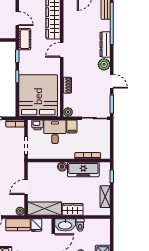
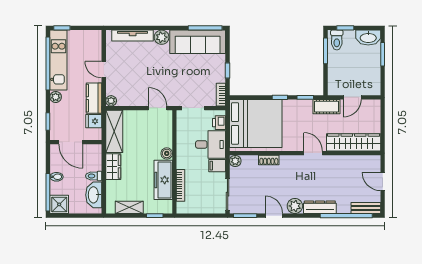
door: (112, 81) -> (274, 216), swing flipped
door: (26, 187) -> (158, 108), moved
washbasin: (65, 225) -> (94, 195), moved

